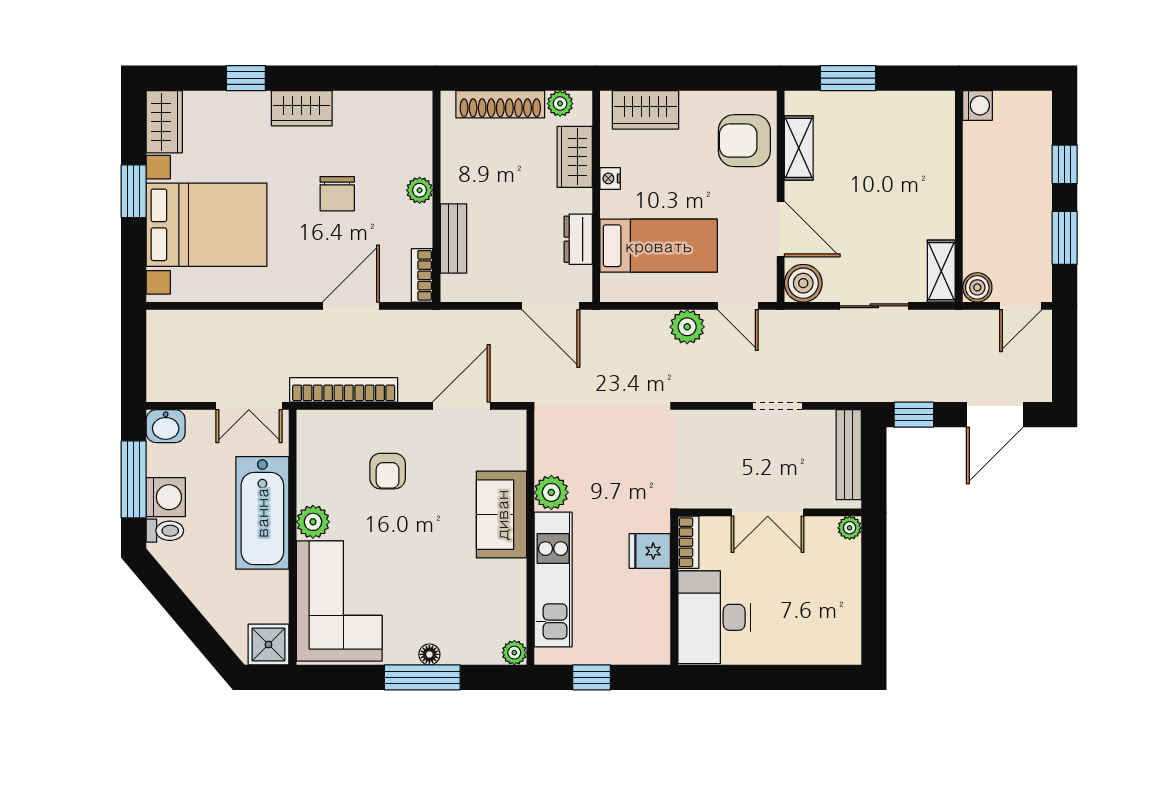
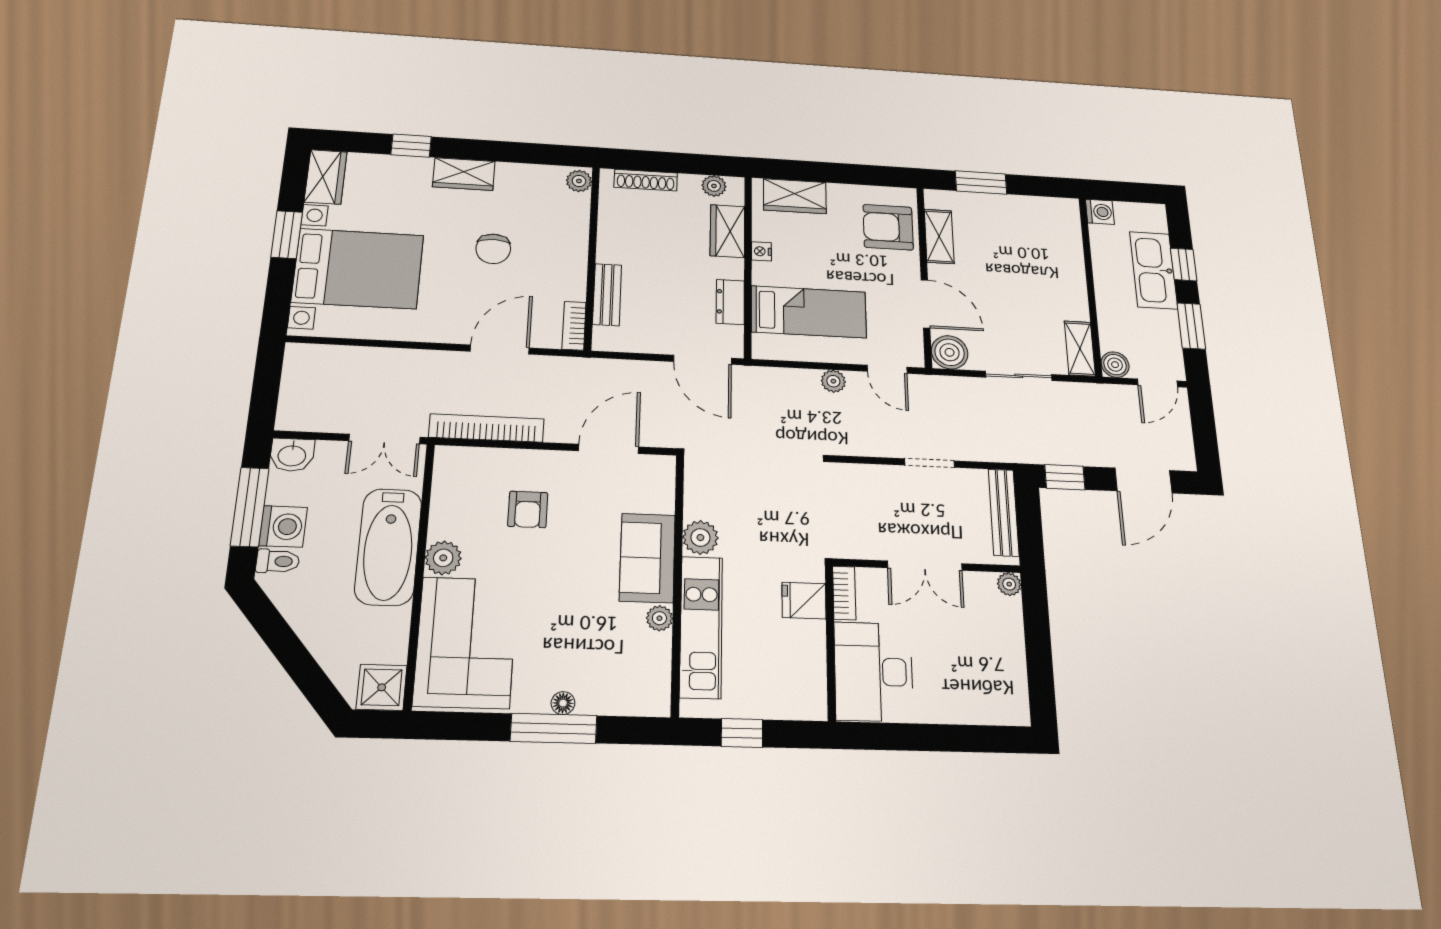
shoe rack: (500, 104) -> (646, 180), width x0.74, depth x0.81
kitchen sink: (1030, 173) -> (1153, 270), added
plant: (420, 190) -> (579, 181), moved
plant: (687, 327) -> (833, 381), width x0.73, depth x0.73
plant: (514, 653) -> (659, 618), moved

